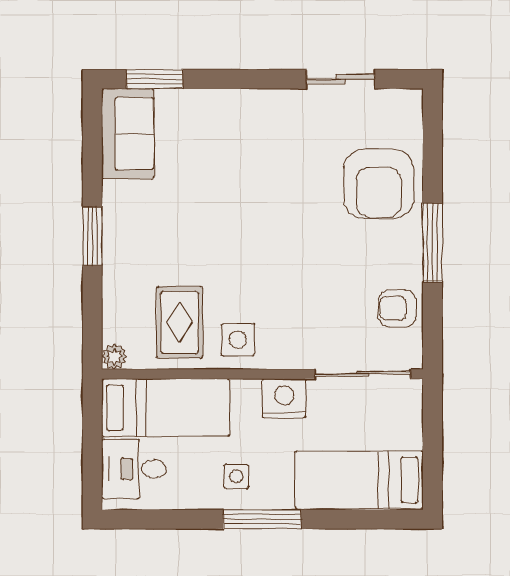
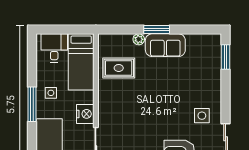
sofa: (128, 134) -> (165, 45), moved
side table: (238, 340) -> (202, 116), moved
plant: (114, 357) -> (139, 39), moved

